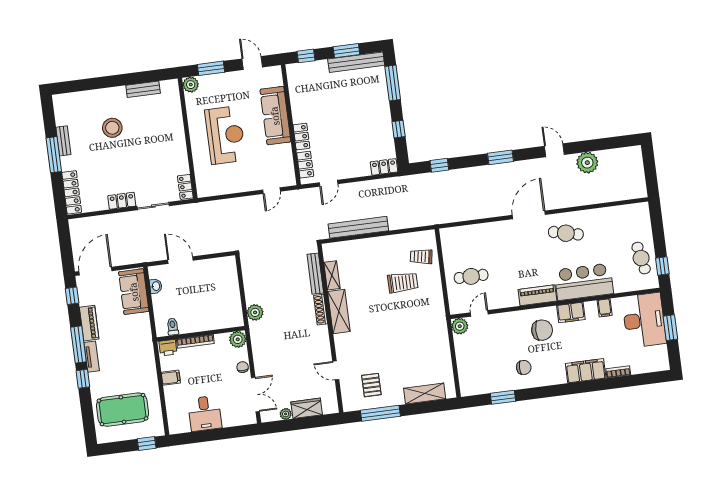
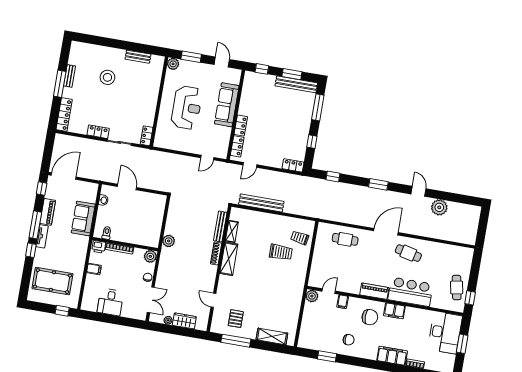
cafe table: (471, 276) -> (345, 239), moved
sofa: (134, 292) -> (83, 218), moved
filing cabinet: (605, 308) -> (343, 302), moved

